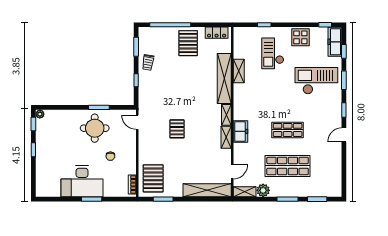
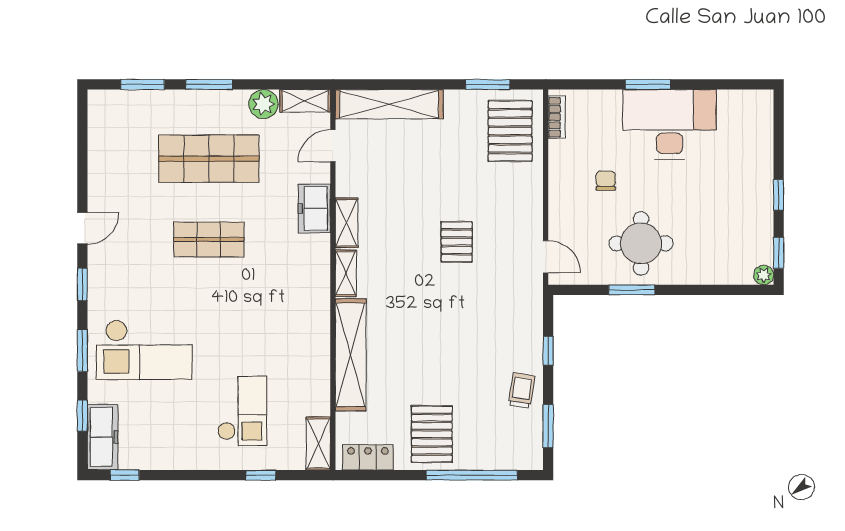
display table: (300, 37) -> (180, 447), removed
shelving: (239, 71) -> (318, 444), moved
freezer: (240, 131) -> (314, 208), moved

